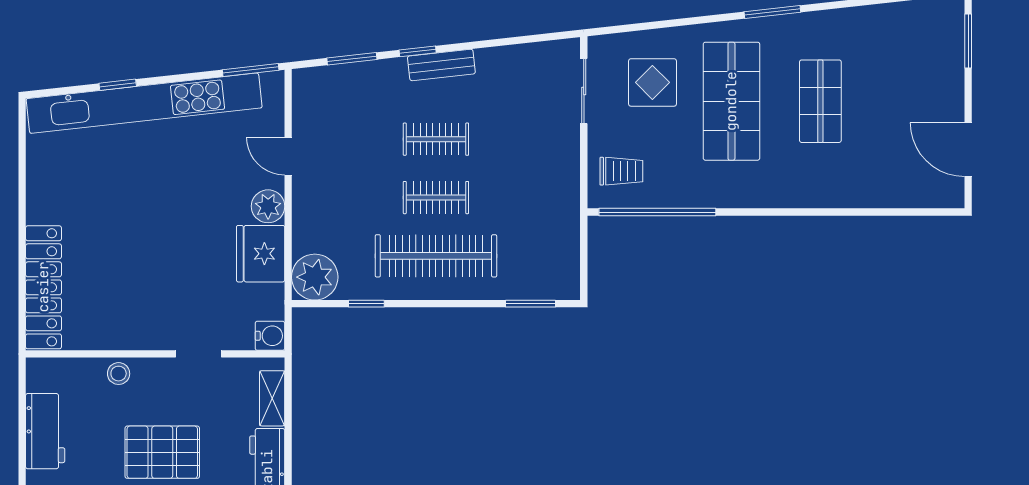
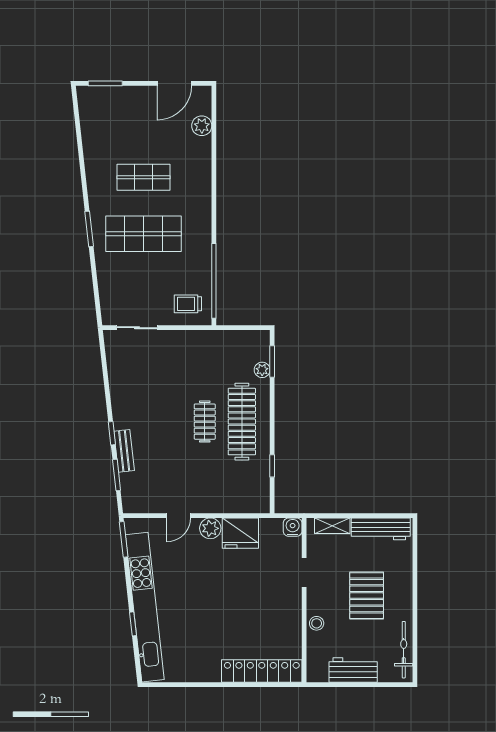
window: (772, 12) -> (89, 229), moved
bench: (441, 65) -> (124, 451), moved
display table: (652, 82) -> (132, 284), removed
clothes rail: (436, 139) -> (168, 422), removed
trolley: (621, 171) -> (188, 304), turned -90
plant: (901, 193) -> (202, 126), added
plant: (315, 277) -> (262, 370), moved, width x0.53, depth x0.53

